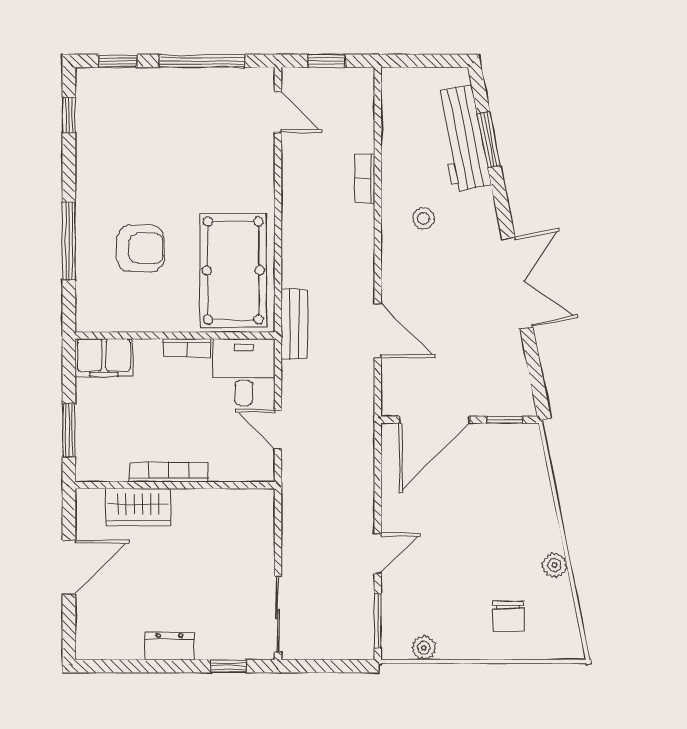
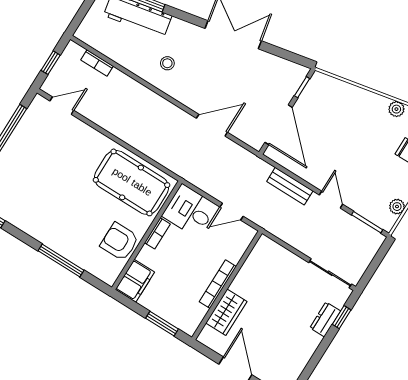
bookcase: (365, 179) -> (97, 63), moved
armchair: (140, 248) -> (120, 242), moved, turned -90
bench: (294, 324) -> (290, 186), moved
dresser: (169, 646) -> (325, 319), moved

